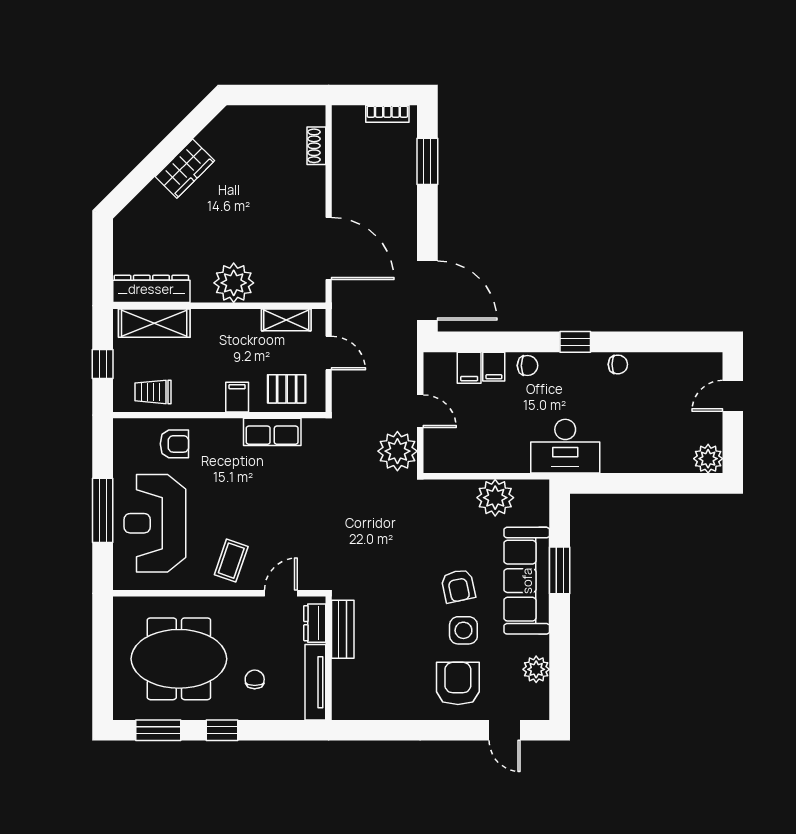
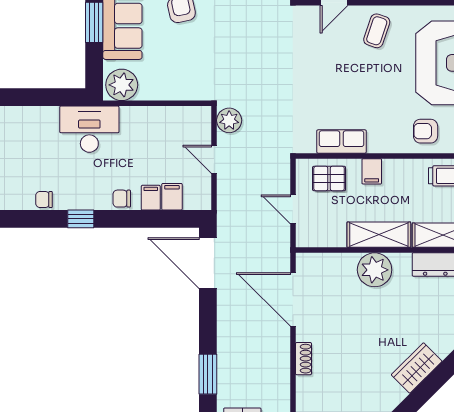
shoe rack: (316, 146) -> (303, 359), moved
shelving: (286, 320) -> (379, 235), moved, width x1.50, depth x1.33
plant: (397, 451) -> (229, 120), width x0.73, depth x0.73
plant: (495, 498) -> (122, 85), moved

